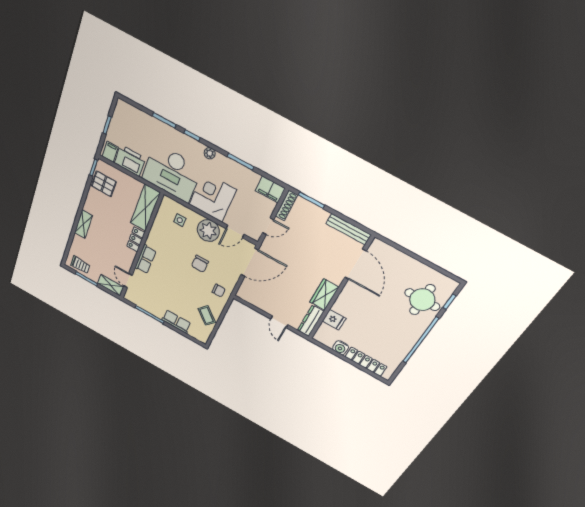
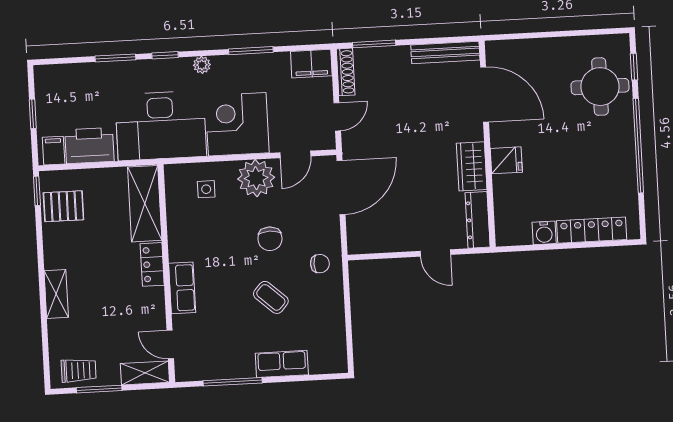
coffee table: (207, 315) -> (271, 297), moved
fridge: (334, 320) -> (506, 160), moved

